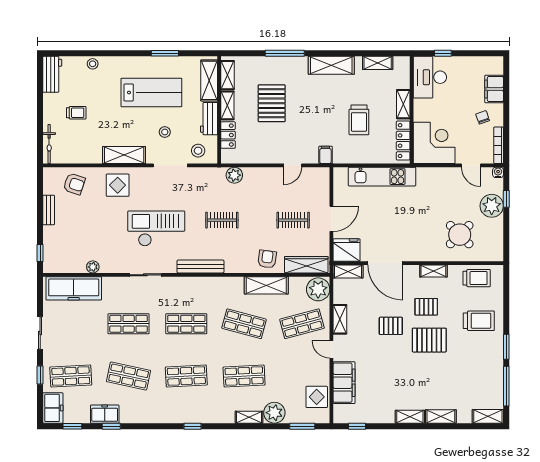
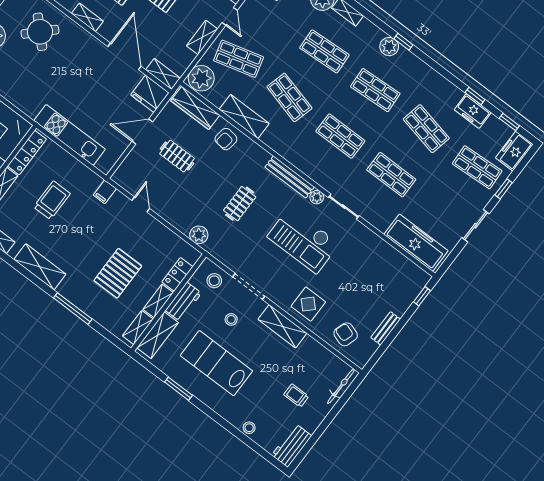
door: (293, 165) -> (141, 205), hinge flipped
clothes rail: (222, 220) -> (240, 204), turned 90
plant: (93, 267) -> (317, 197), moved
plant: (200, 415) -> (389, 47), added

